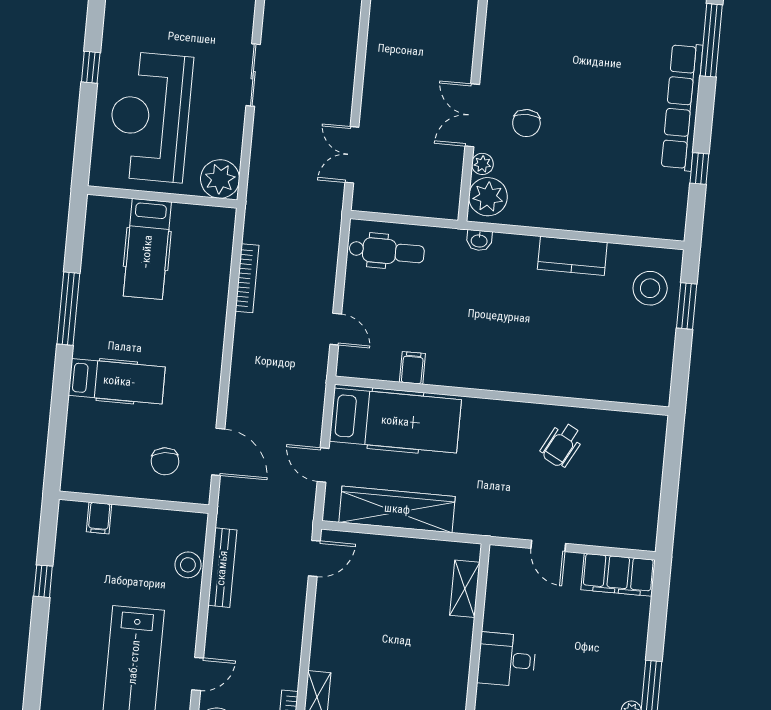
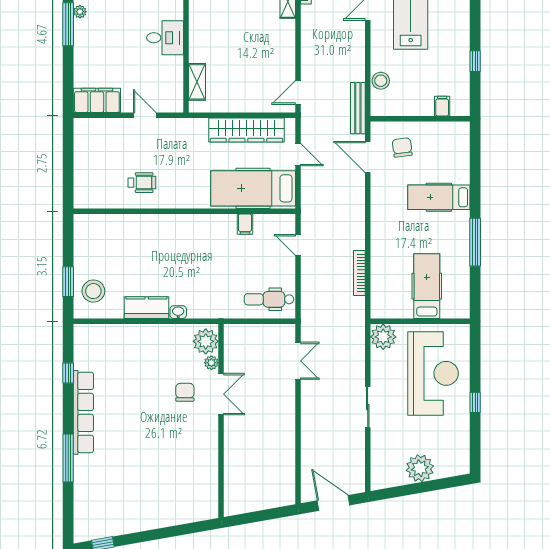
washbasin: (479, 240) -> (178, 312), moved
wheelchair: (562, 445) -> (142, 183), turned 62
bench: (222, 568) -> (358, 108), moved

